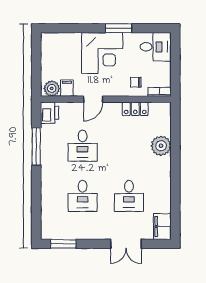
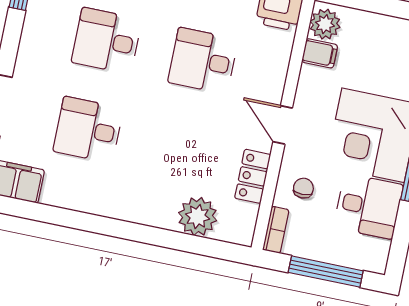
desk: (156, 47) -> (368, 206), moved, turned -90
window: (175, 62) -> (326, 272), added
door: (93, 99) -> (283, 125), moved
plant: (161, 146) -> (198, 217), moved

